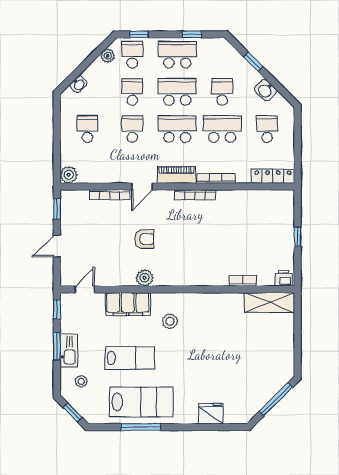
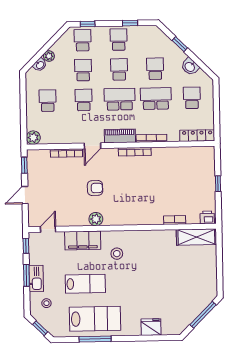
school desk: (177, 55) -> (119, 40), width x0.54
plant: (108, 56) -> (49, 56), moved
school desk: (177, 92) -> (119, 69), width x0.54

